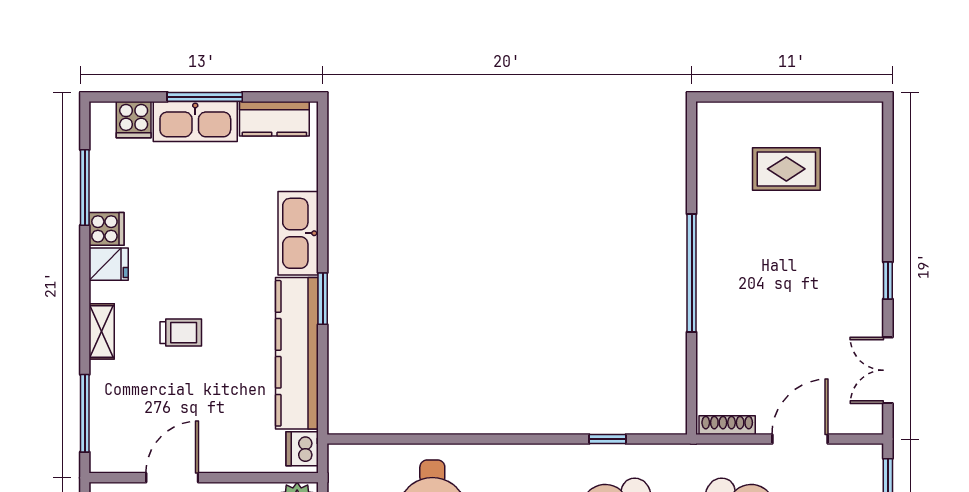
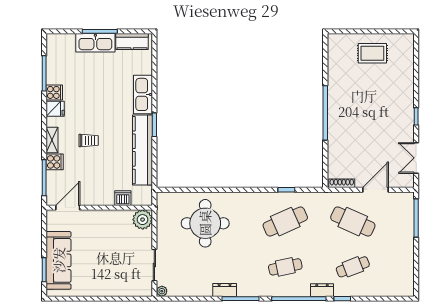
cooker: (134, 120) -> (55, 162), moved, turned -90
rug: (786, 169) -> (372, 53), moved
dishwasher: (302, 449) -> (123, 198), moved, turned 90
door: (172, 478) -> (68, 208), moved

